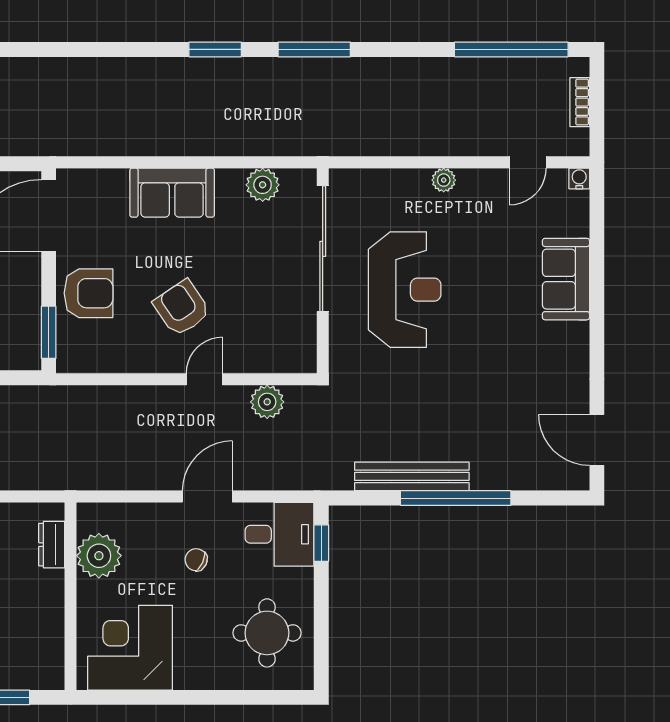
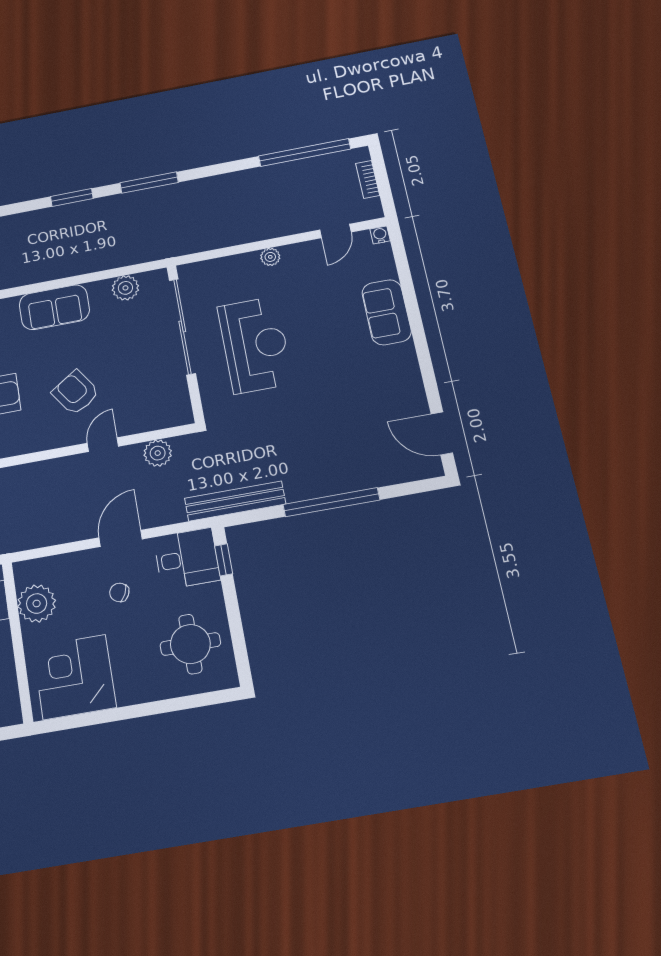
bench: (412, 476) -> (235, 501), moved

